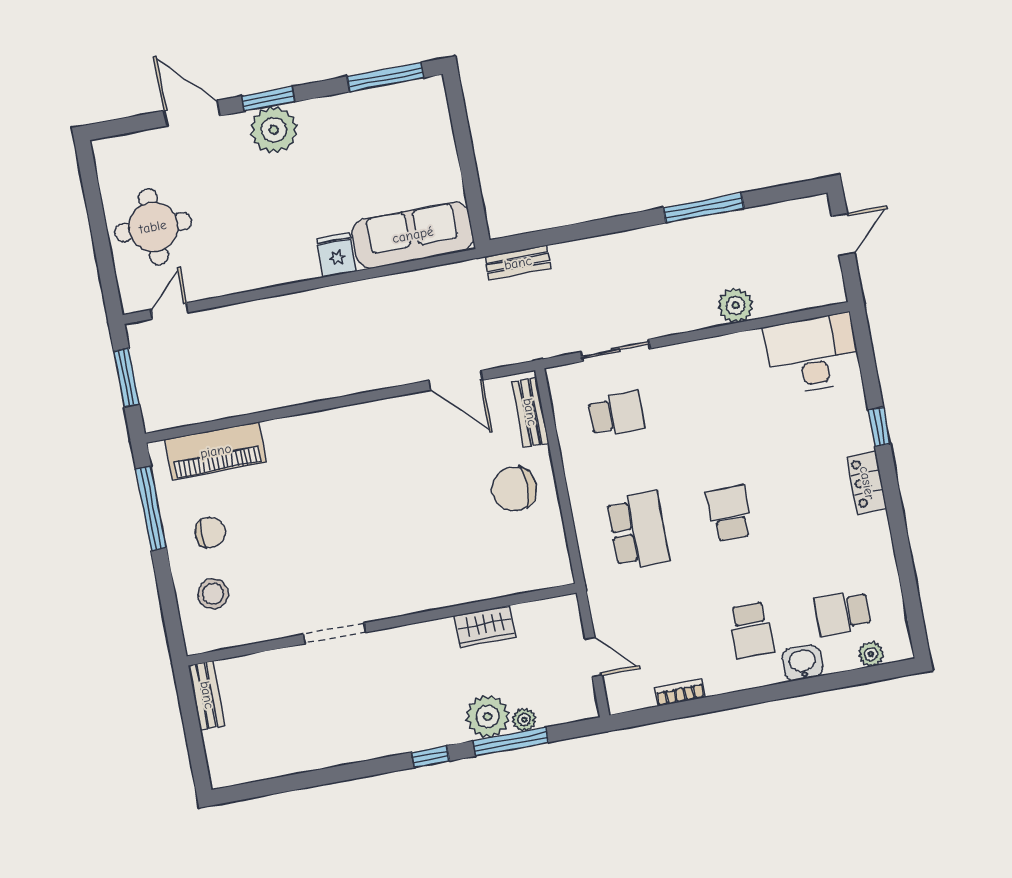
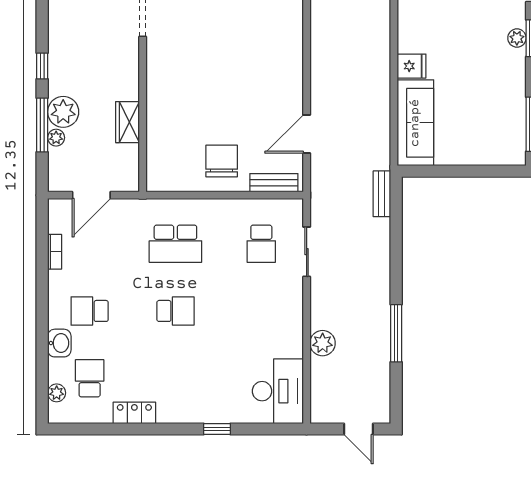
plant: (274, 130) -> (517, 38), width x0.53, depth x0.53
locker: (867, 483) -> (134, 413), moved
door: (594, 657) -> (91, 195), width x1.38

